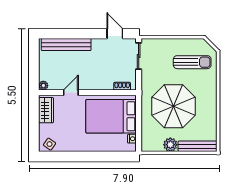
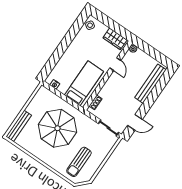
bed: (111, 116) -> (84, 83), width x0.67
plant: (170, 145) -> (33, 108), removed

